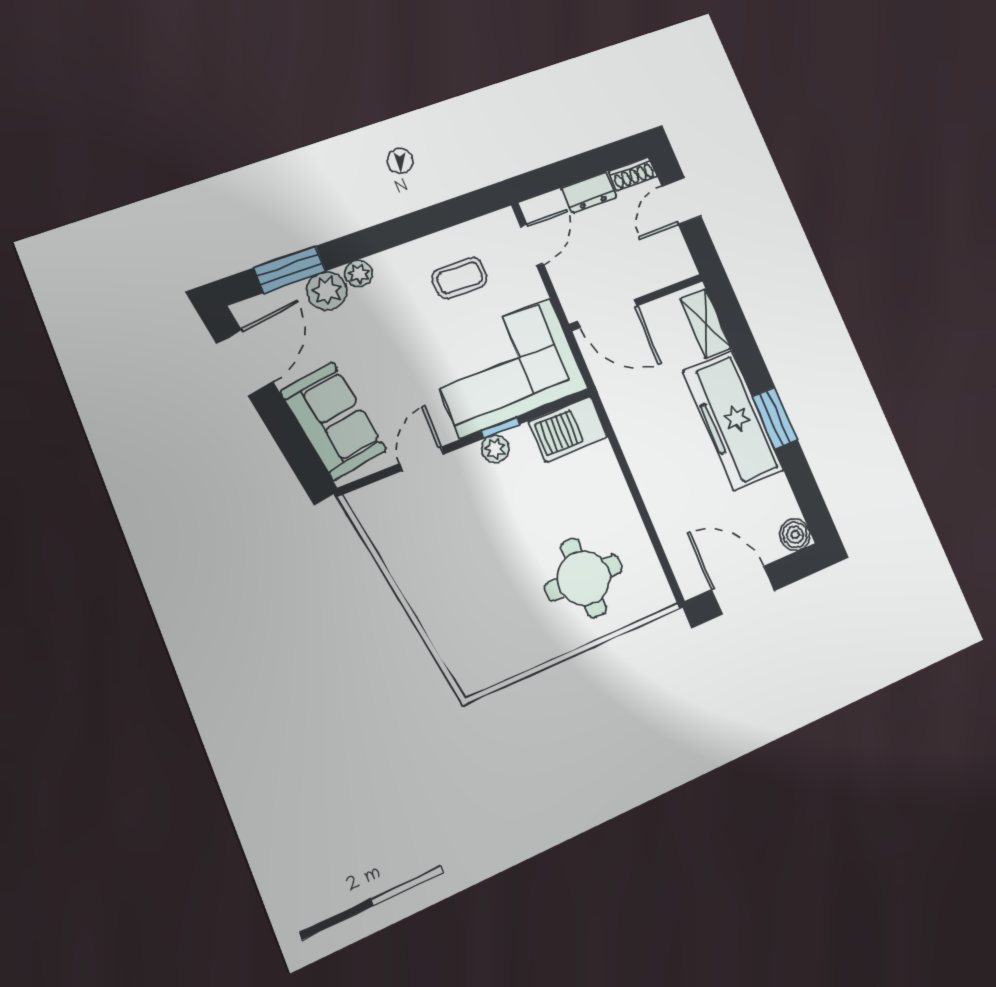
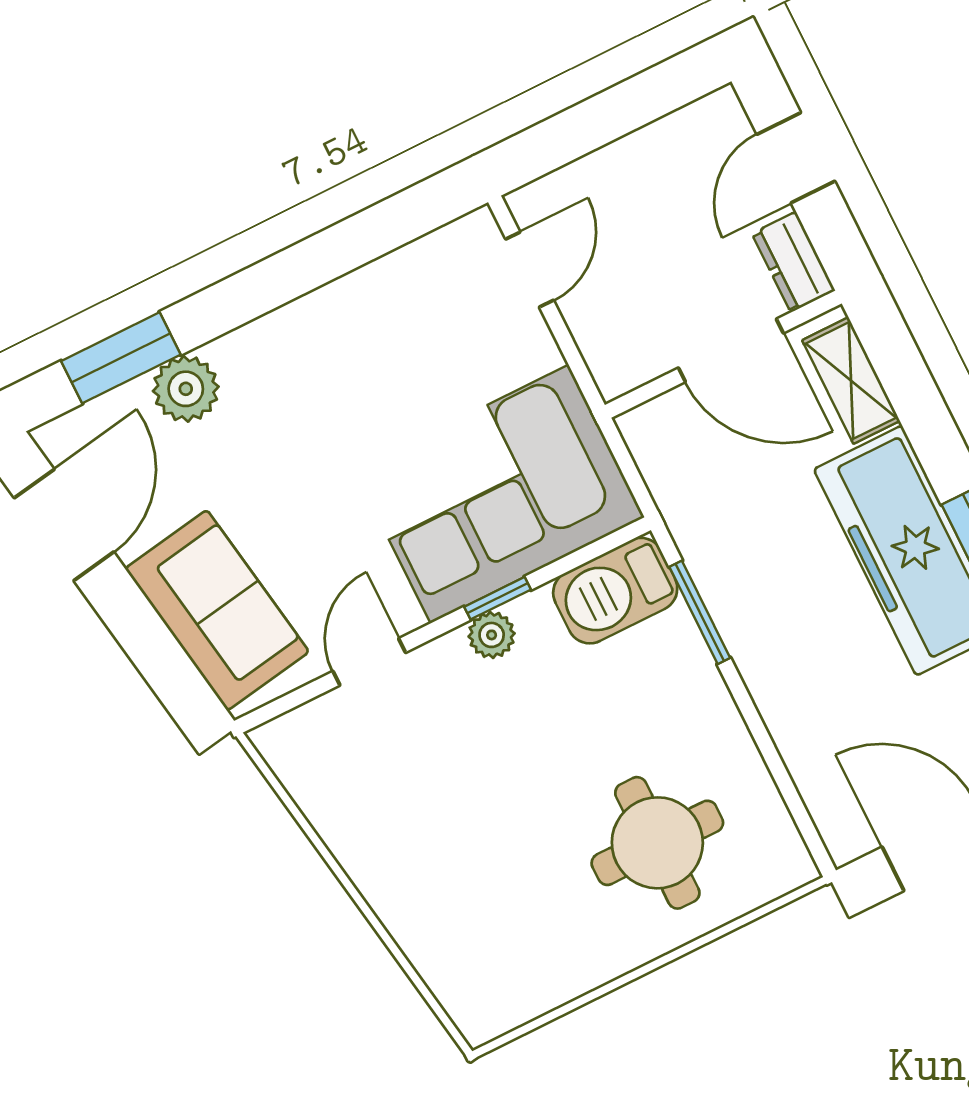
shoe rack: (633, 174) -> (704, 117), removed
dresser: (589, 192) -> (793, 262), moved, turned 90
plant: (359, 274) -> (236, 353), removed
coffee table: (460, 278) -> (408, 343), removed
door: (607, 314) -> (731, 350), moved
window: (616, 445) -> (700, 612), added

